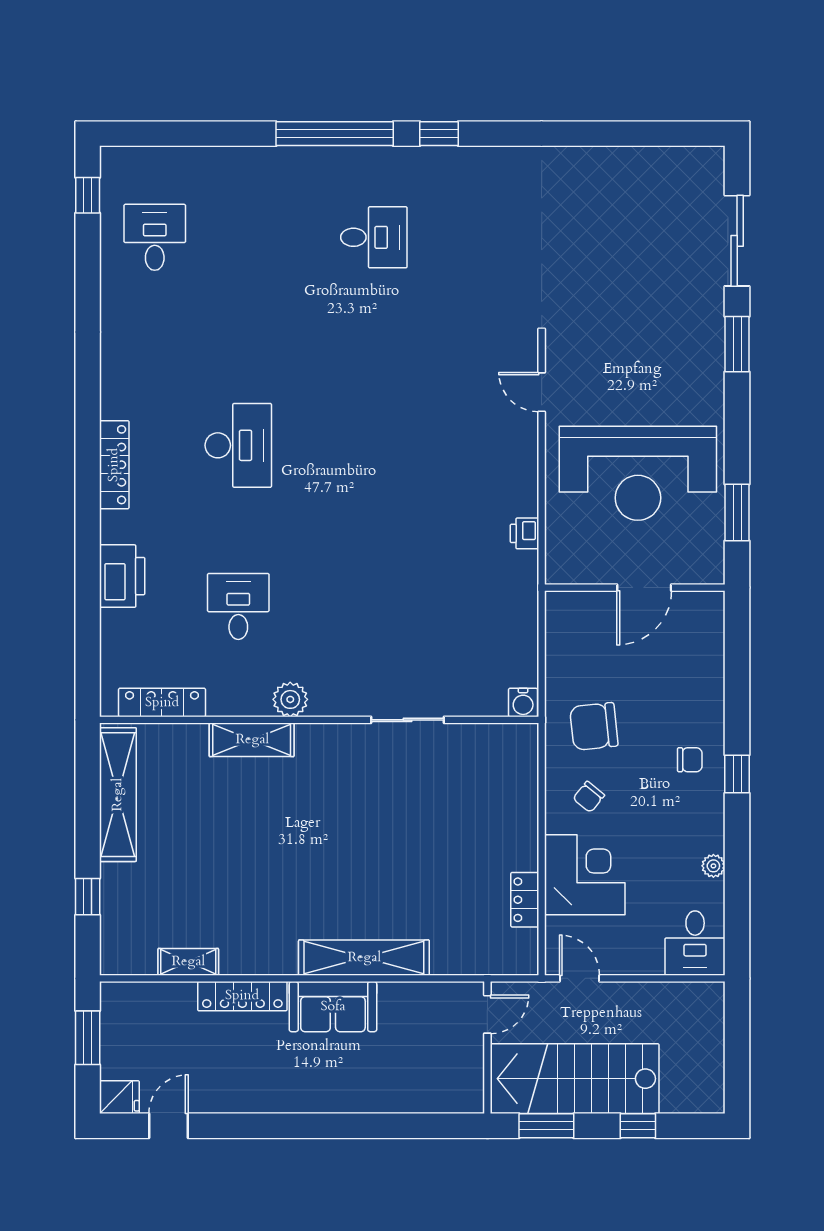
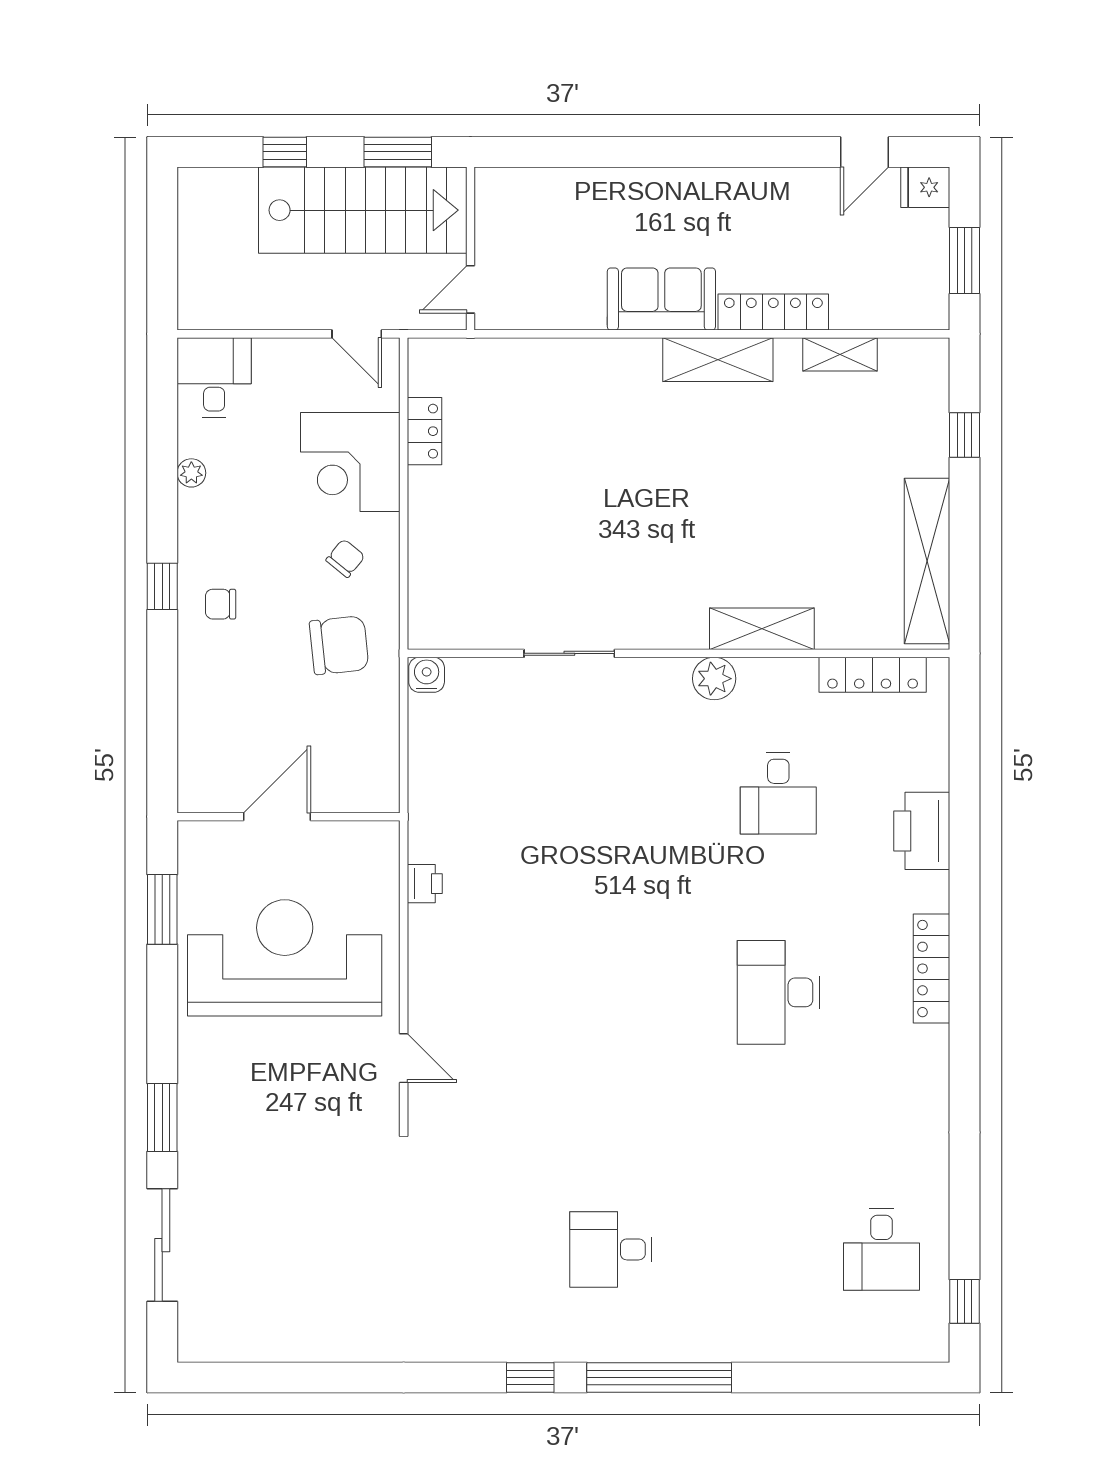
shelving: (364, 958) -> (718, 360), moved, width x0.68

